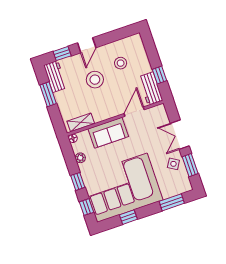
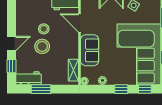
door: (87, 45) -> (11, 44), hinge flipped
stool: (121, 63) -> (44, 29), moved

